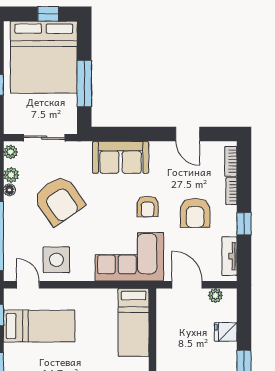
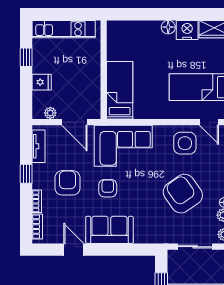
sofa: (121, 157) -> (109, 230), moved

